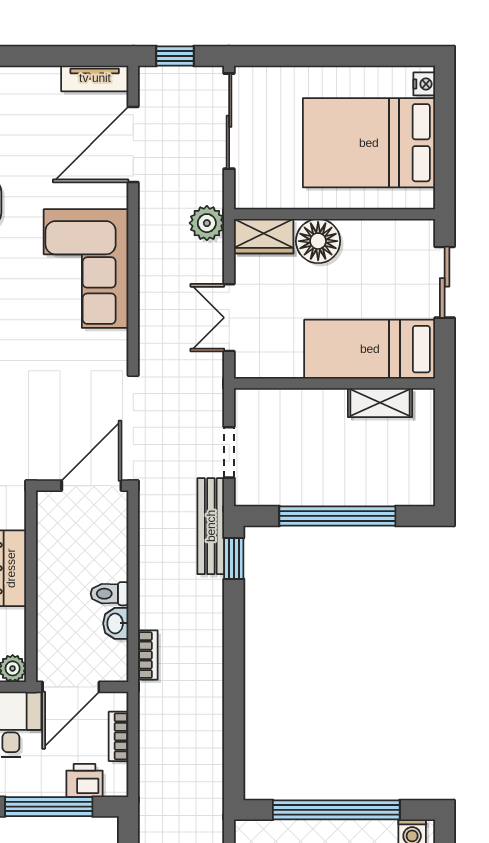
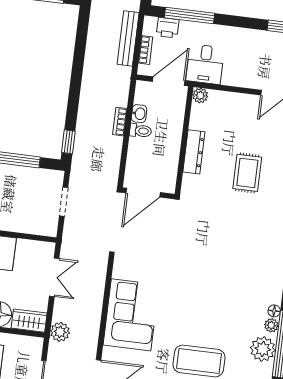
bench: (211, 526) -> (128, 38), moved
bookcase: (148, 655) -> (120, 122), moved

